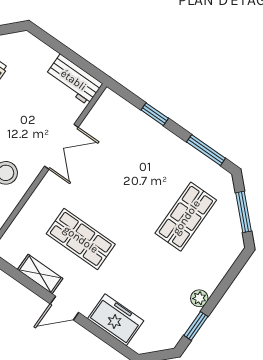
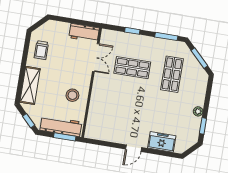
double door: (61, 147) -> (96, 58), moved
shop shelf: (81, 239) -> (132, 68), moved
shelving: (40, 274) -> (113, 137), removed

